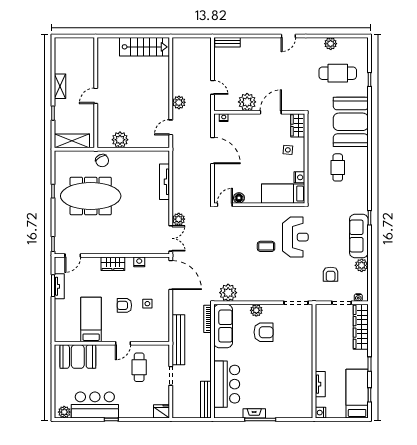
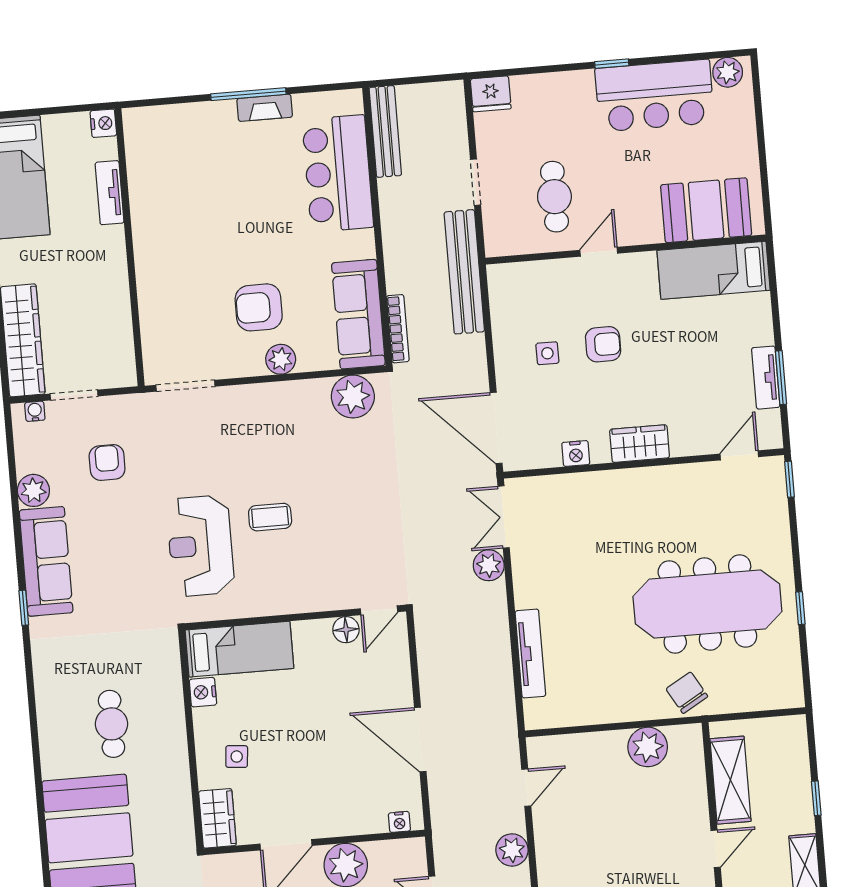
shelving: (72, 141) -> (730, 780), moved, turned 90
bed: (91, 319) -> (714, 270), moved, turned 90

